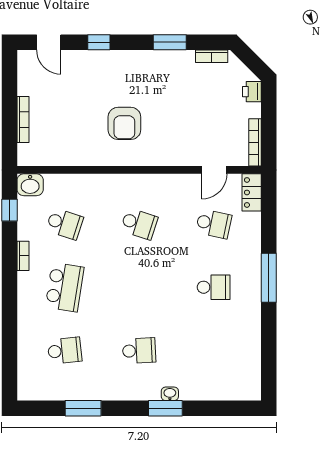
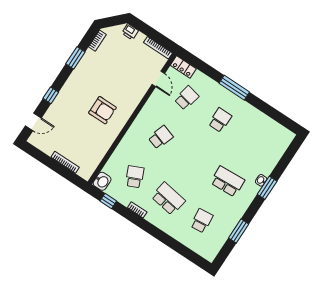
school desk: (65, 224) -> (135, 177), turned -42
school desk: (139, 351) -> (228, 181), width x1.85

